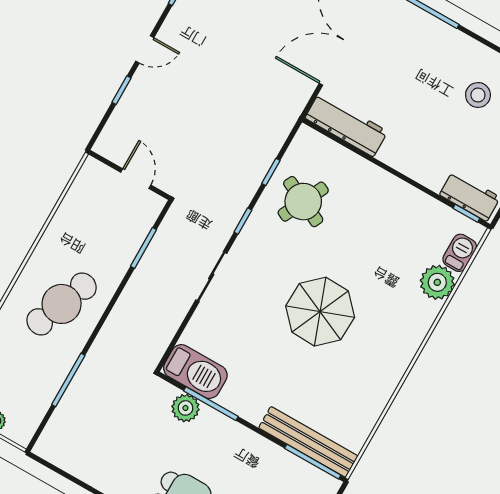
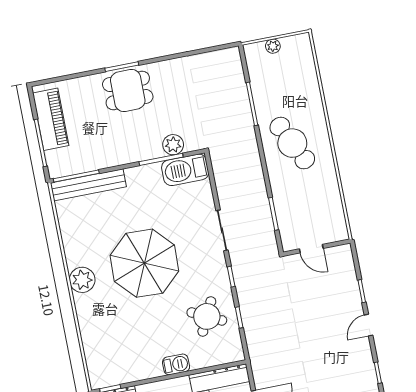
barbecue: (460, 253) -> (176, 364), moved, turned -90
plant: (437, 282) -> (82, 280), moved
cafe table: (62, 304) -> (292, 143), turned -47
parasol: (320, 312) -> (144, 263), width x1.36, depth x1.36

